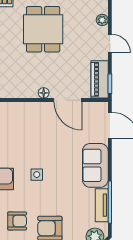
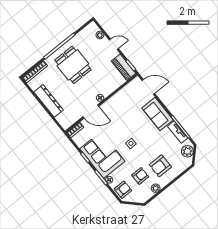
door: (68, 100) -> (91, 111), moved

